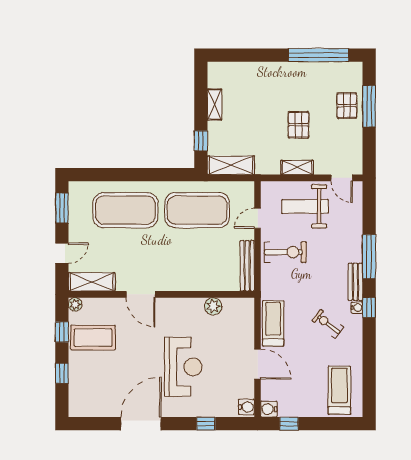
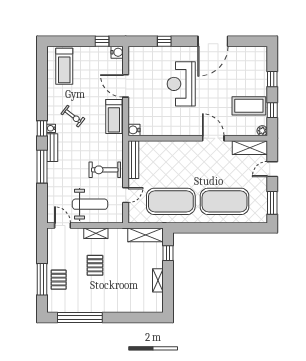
plant: (213, 306) -> (159, 129), removed
water cooler: (246, 407) -> (134, 130), moved

